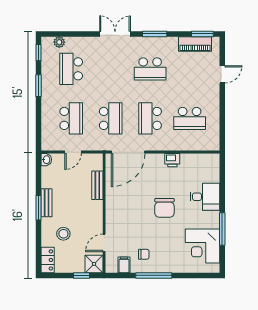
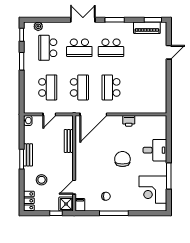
school desk: (190, 118) -> (79, 48), moved
chair: (164, 208) -> (122, 159), turned 180
filing cabinet: (124, 265) -> (80, 205), moved

